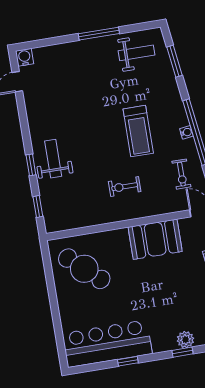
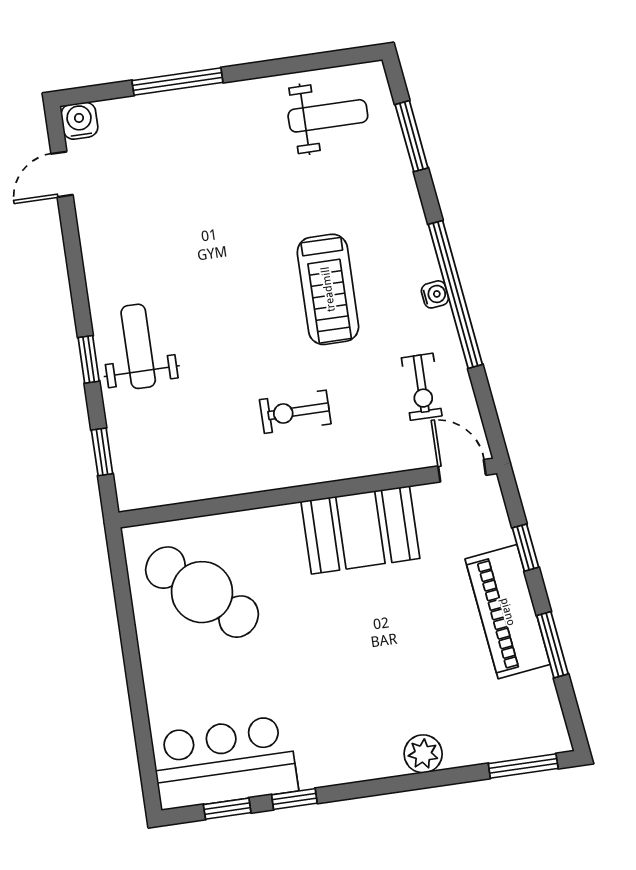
window: (99, 34) -> (177, 81), moved
bar counter: (107, 344) -> (224, 763), width x0.73
window: (182, 352) -> (227, 809), moved

